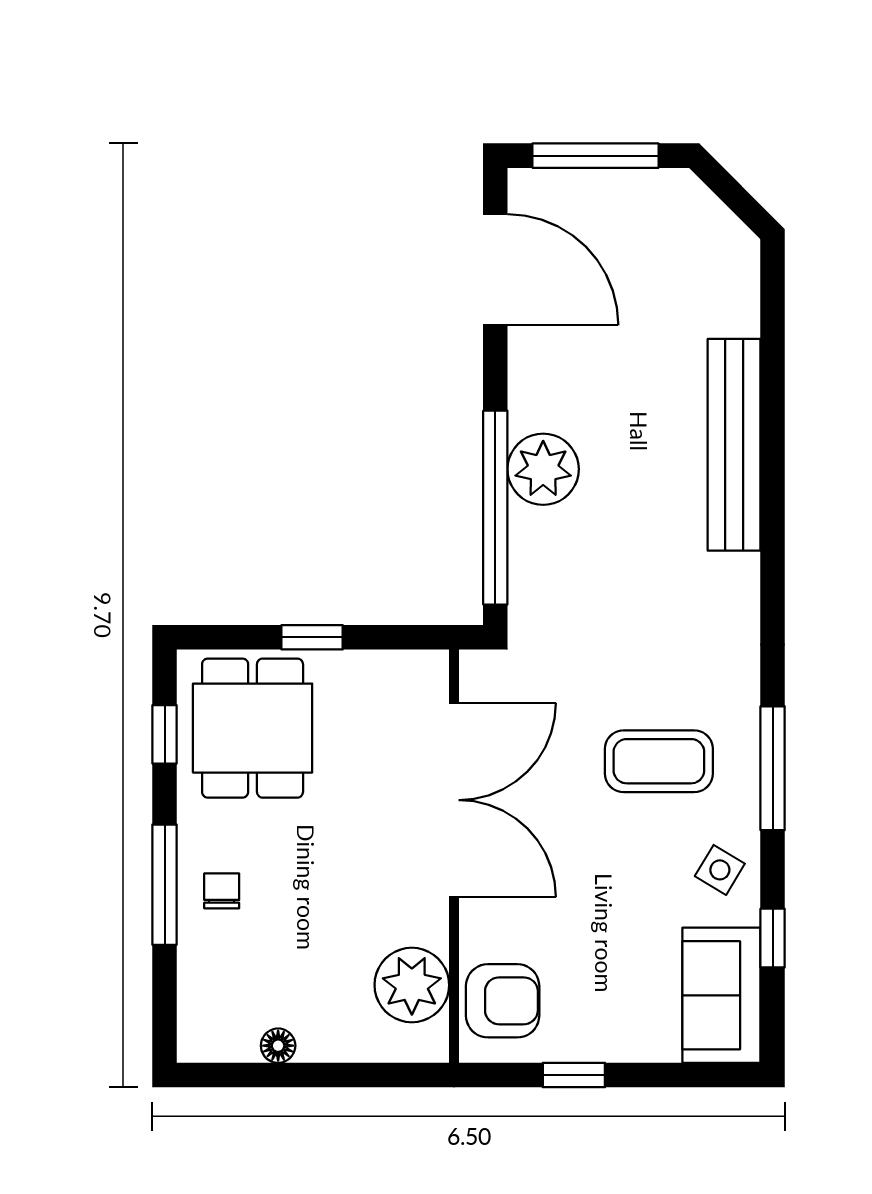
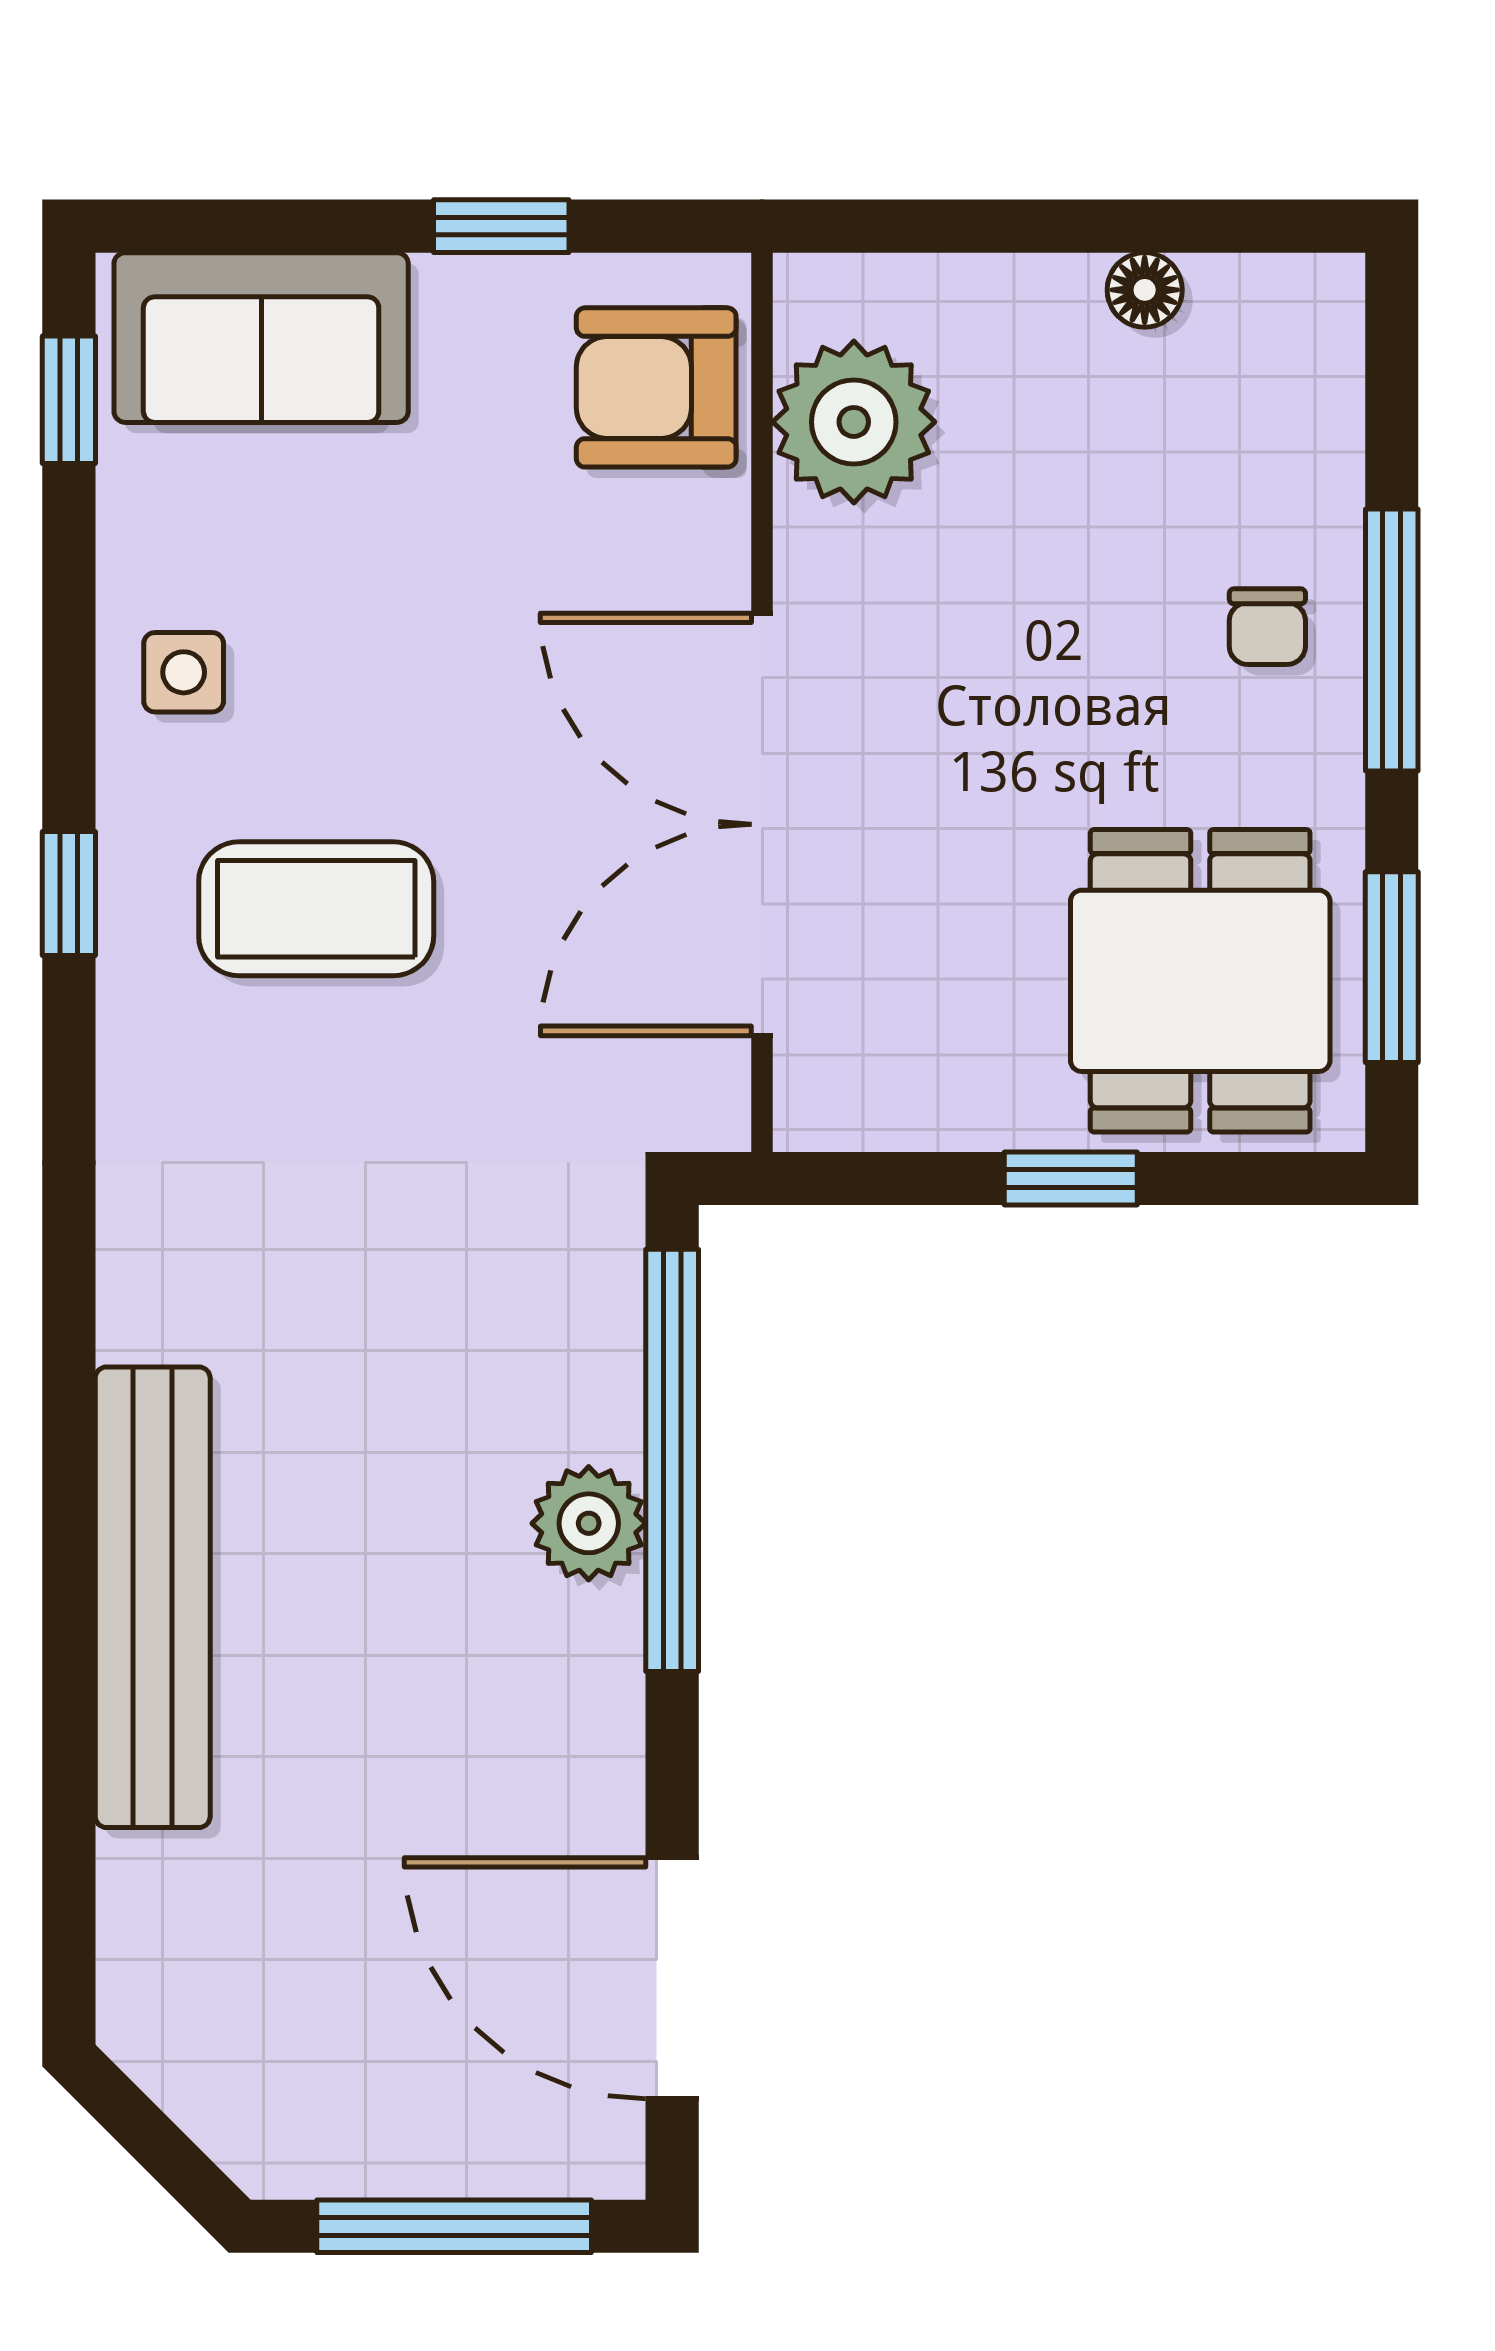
plant: (543, 469) -> (589, 1523), width x0.73, depth x0.73
window: (165, 734) -> (1392, 967), width x1.50
window: (773, 768) -> (69, 893), width x0.46
side table: (720, 870) -> (184, 672), turned -31
window: (773, 938) -> (69, 400), moved
sofa: (721, 995) -> (261, 338), moved, turned 90

